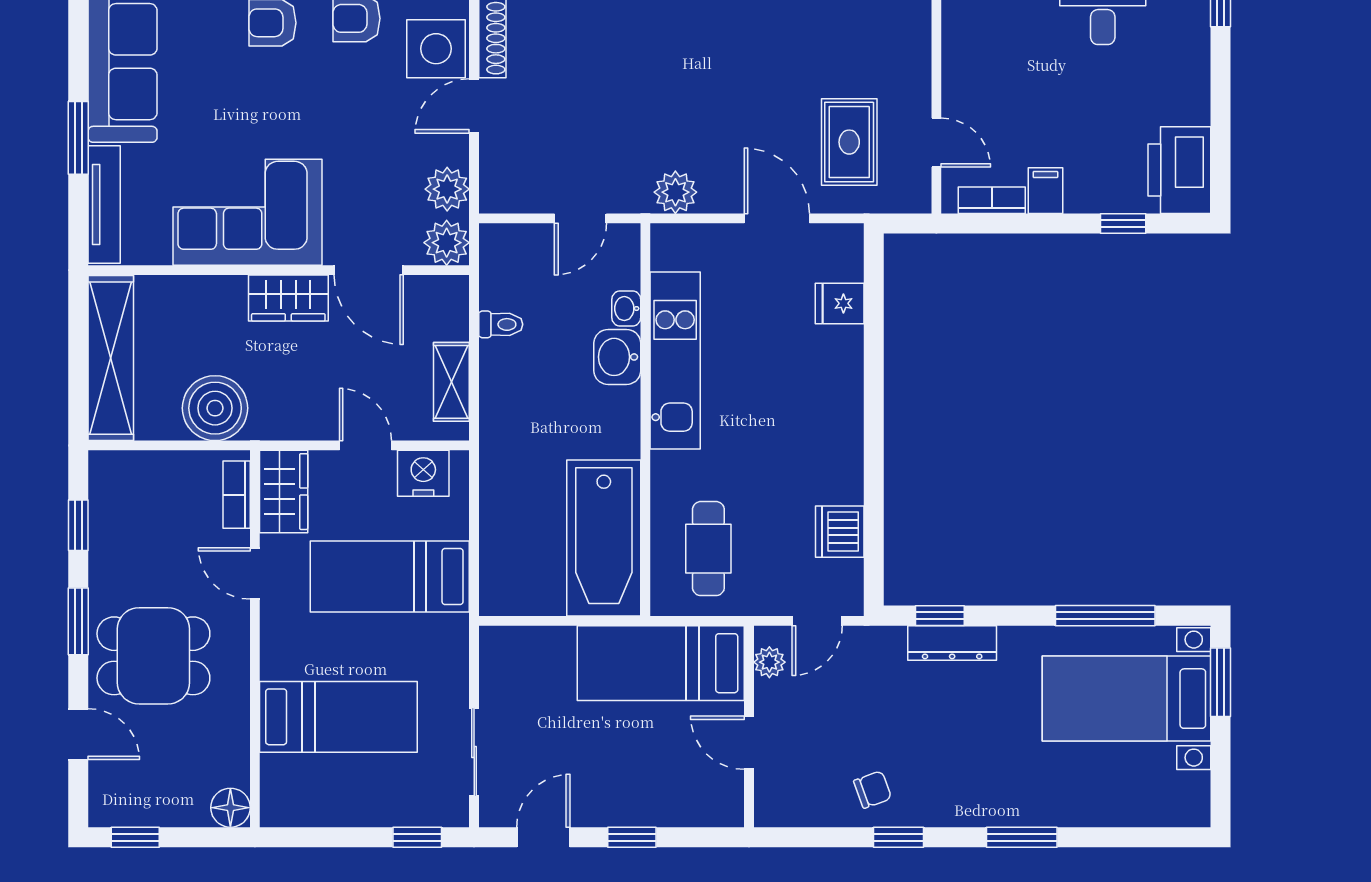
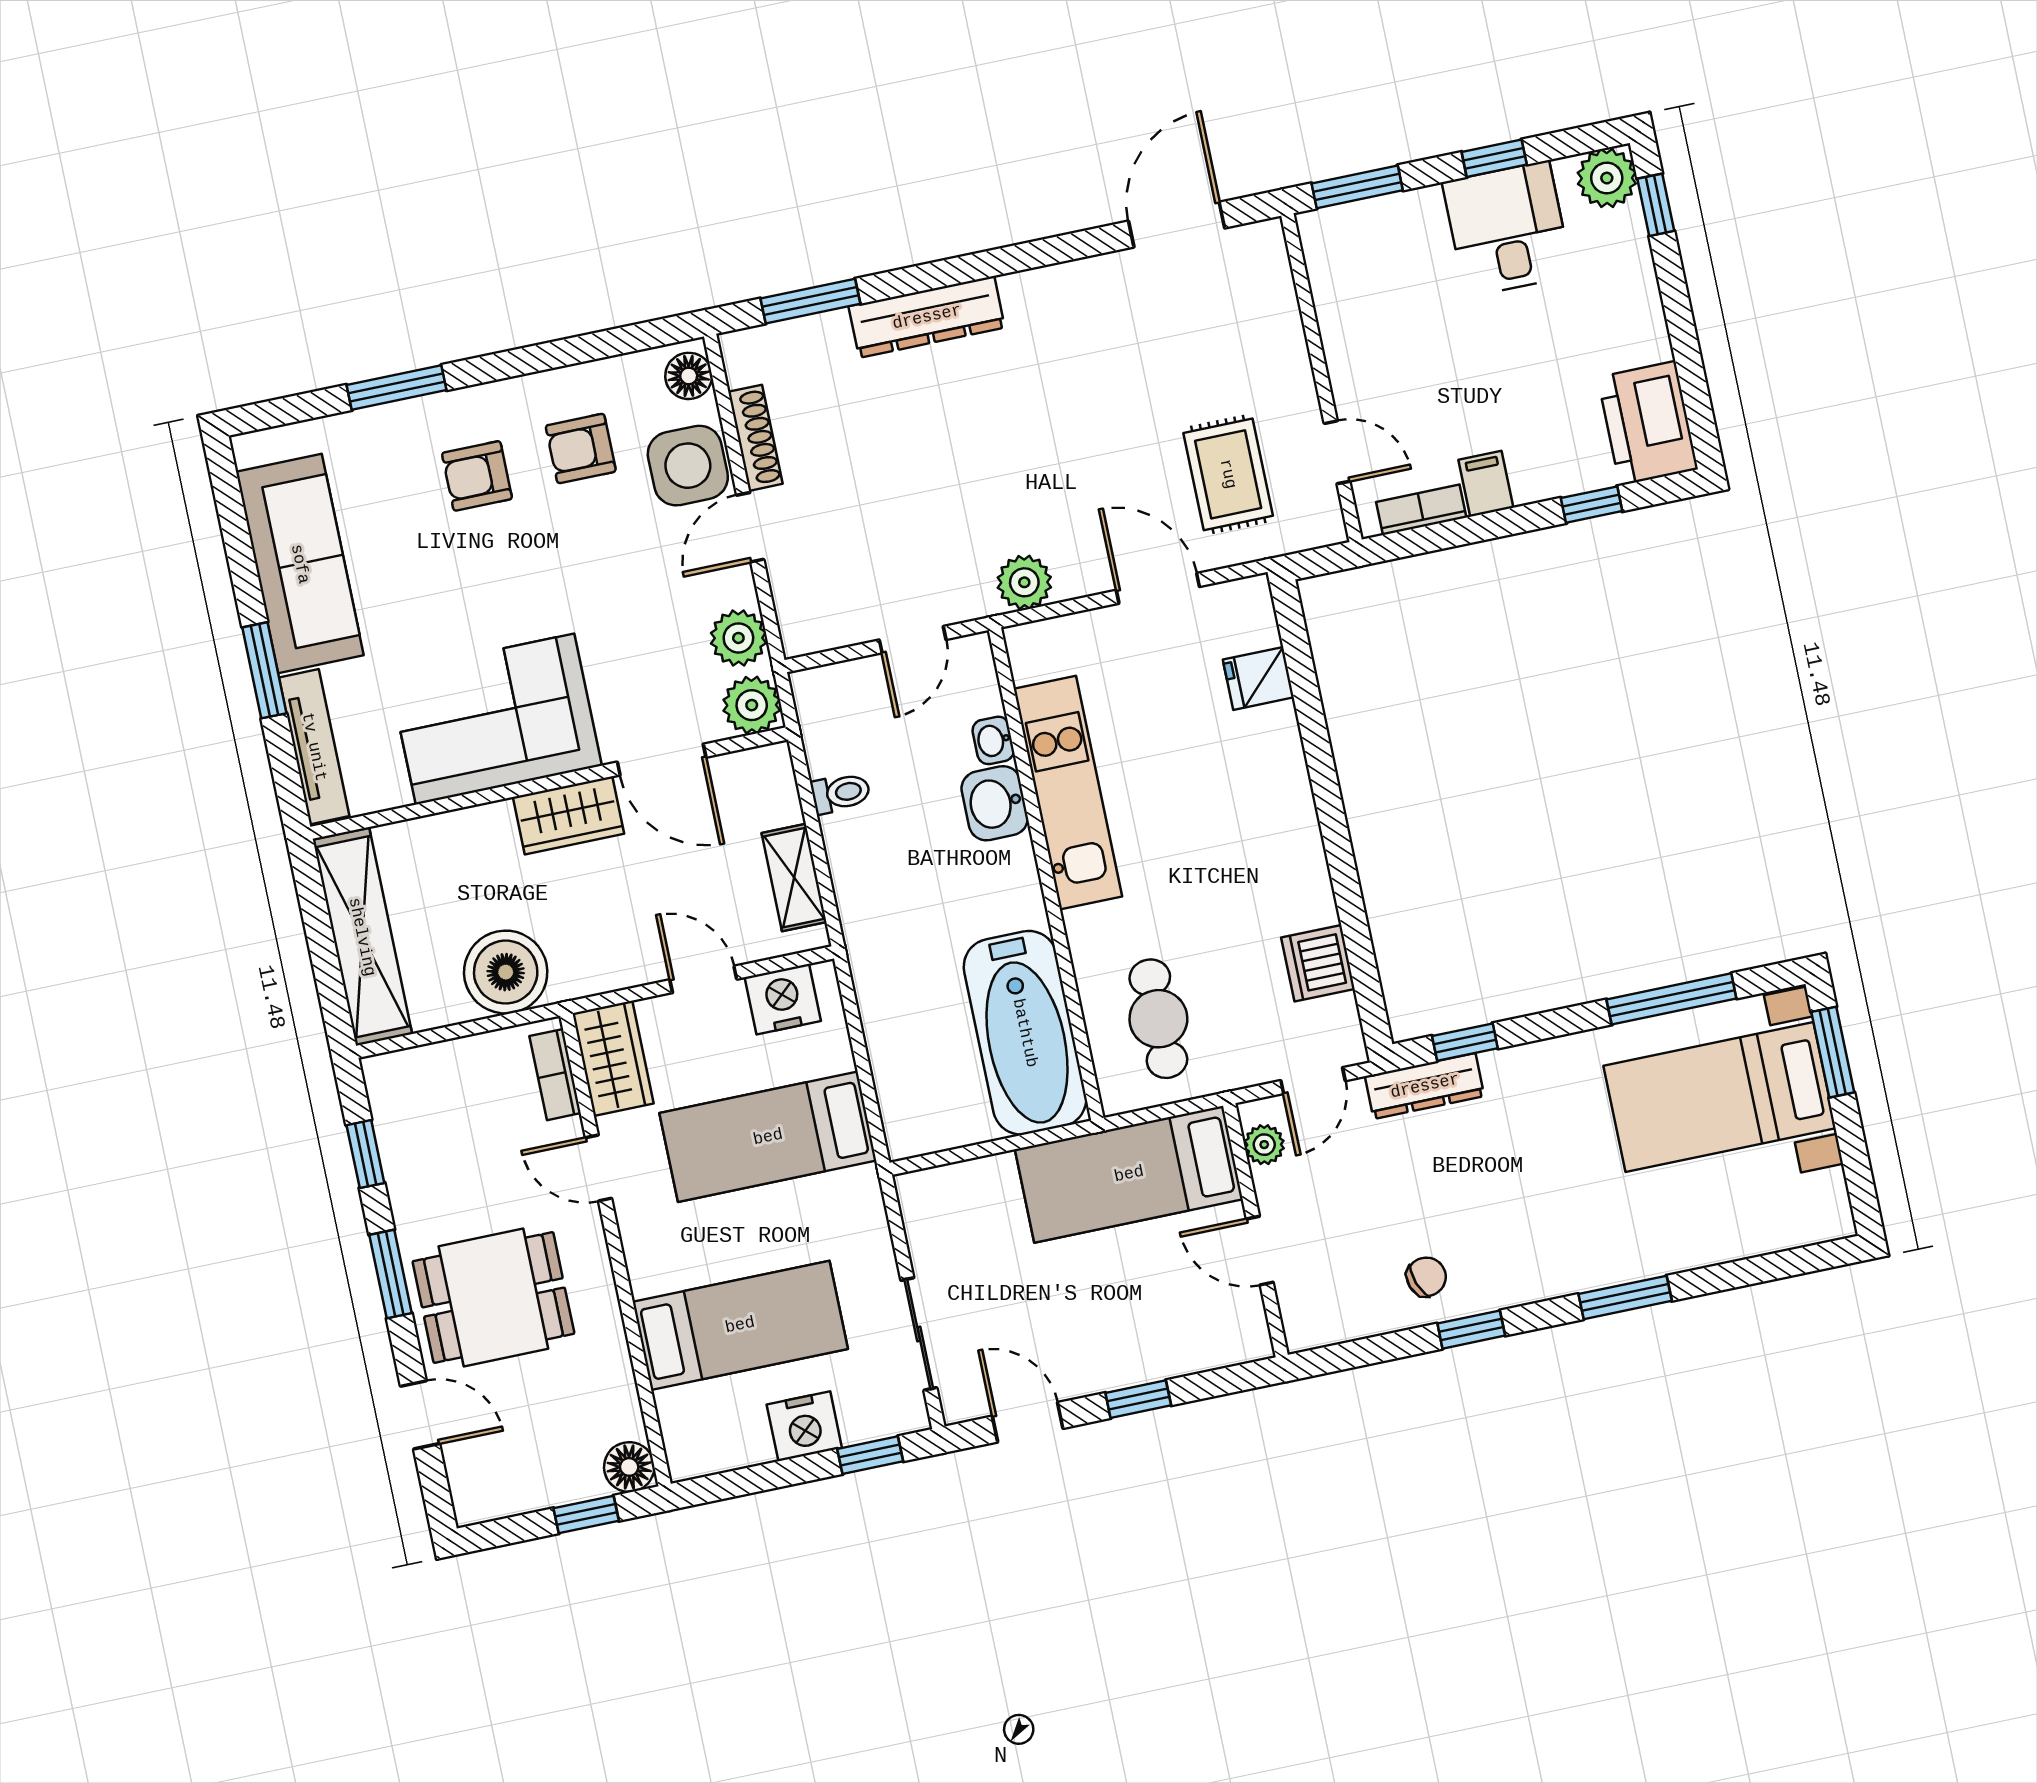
dresser: (952, 643) -> (1425, 1086), moved
nightstand: (371, 804) -> (804, 1426), added
window: (135, 837) -> (586, 1514), moved
door: (543, 837) -> (1028, 1422), hinge flipped

